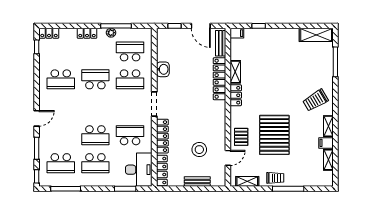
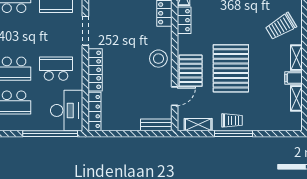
pallet: (241, 137) -> (191, 71), width x1.50, depth x1.42
stool: (199, 150) -> (158, 59), moved
bench: (197, 182) -> (156, 125), moved
window: (125, 189) -> (50, 134), width x2.11
window: (288, 189) -> (234, 134), moved

